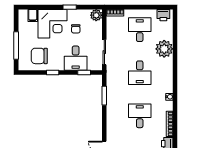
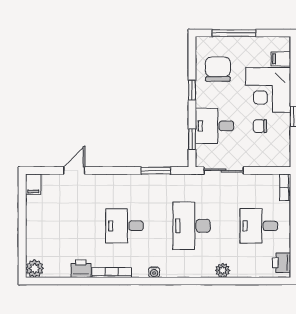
plant: (96, 15) -> (281, 158), removed
desk: (140, 30) -> (259, 226), turned 180
plant: (164, 49) -> (223, 270), width x0.53, depth x0.53
desk: (140, 73) -> (192, 226), width x1.37
desk: (140, 116) -> (124, 226), turned 180

